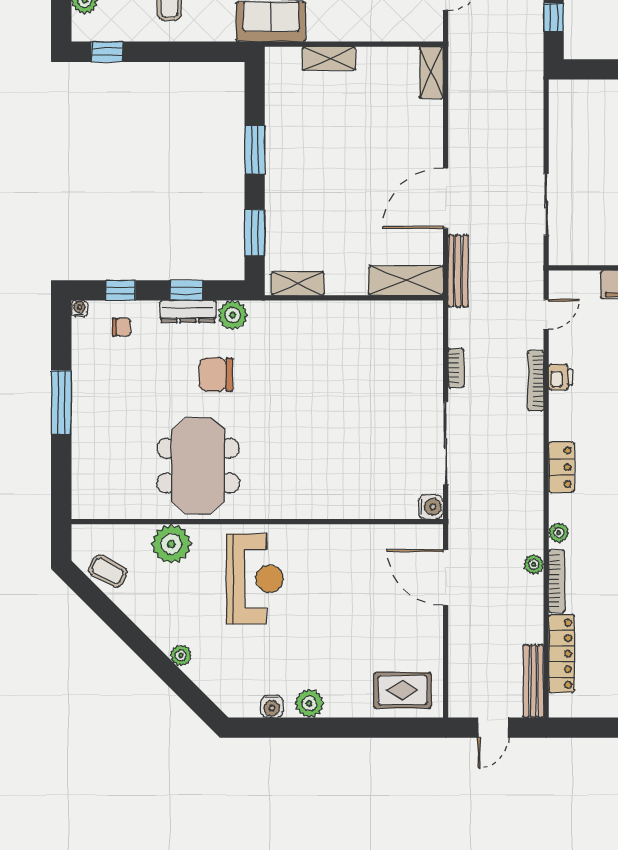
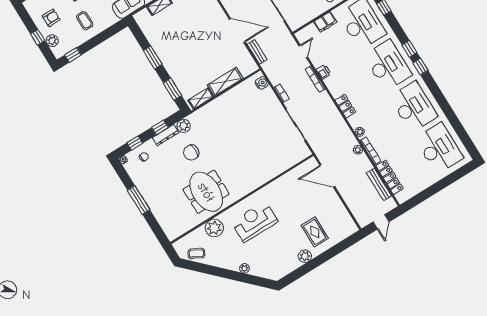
door: (446, 198) -> (237, 31), swing flipped
bench: (458, 271) -> (257, 52), width x0.73
shelving: (406, 280) -> (225, 82), moved
water cooler: (431, 507) -> (262, 83), moved
reception desk: (255, 579) -> (255, 222), turned -90
bench: (533, 681) -> (379, 184), moved
rug: (403, 690) -> (315, 232), moved, turned 90
water cooler: (272, 706) -> (291, 266), removed

